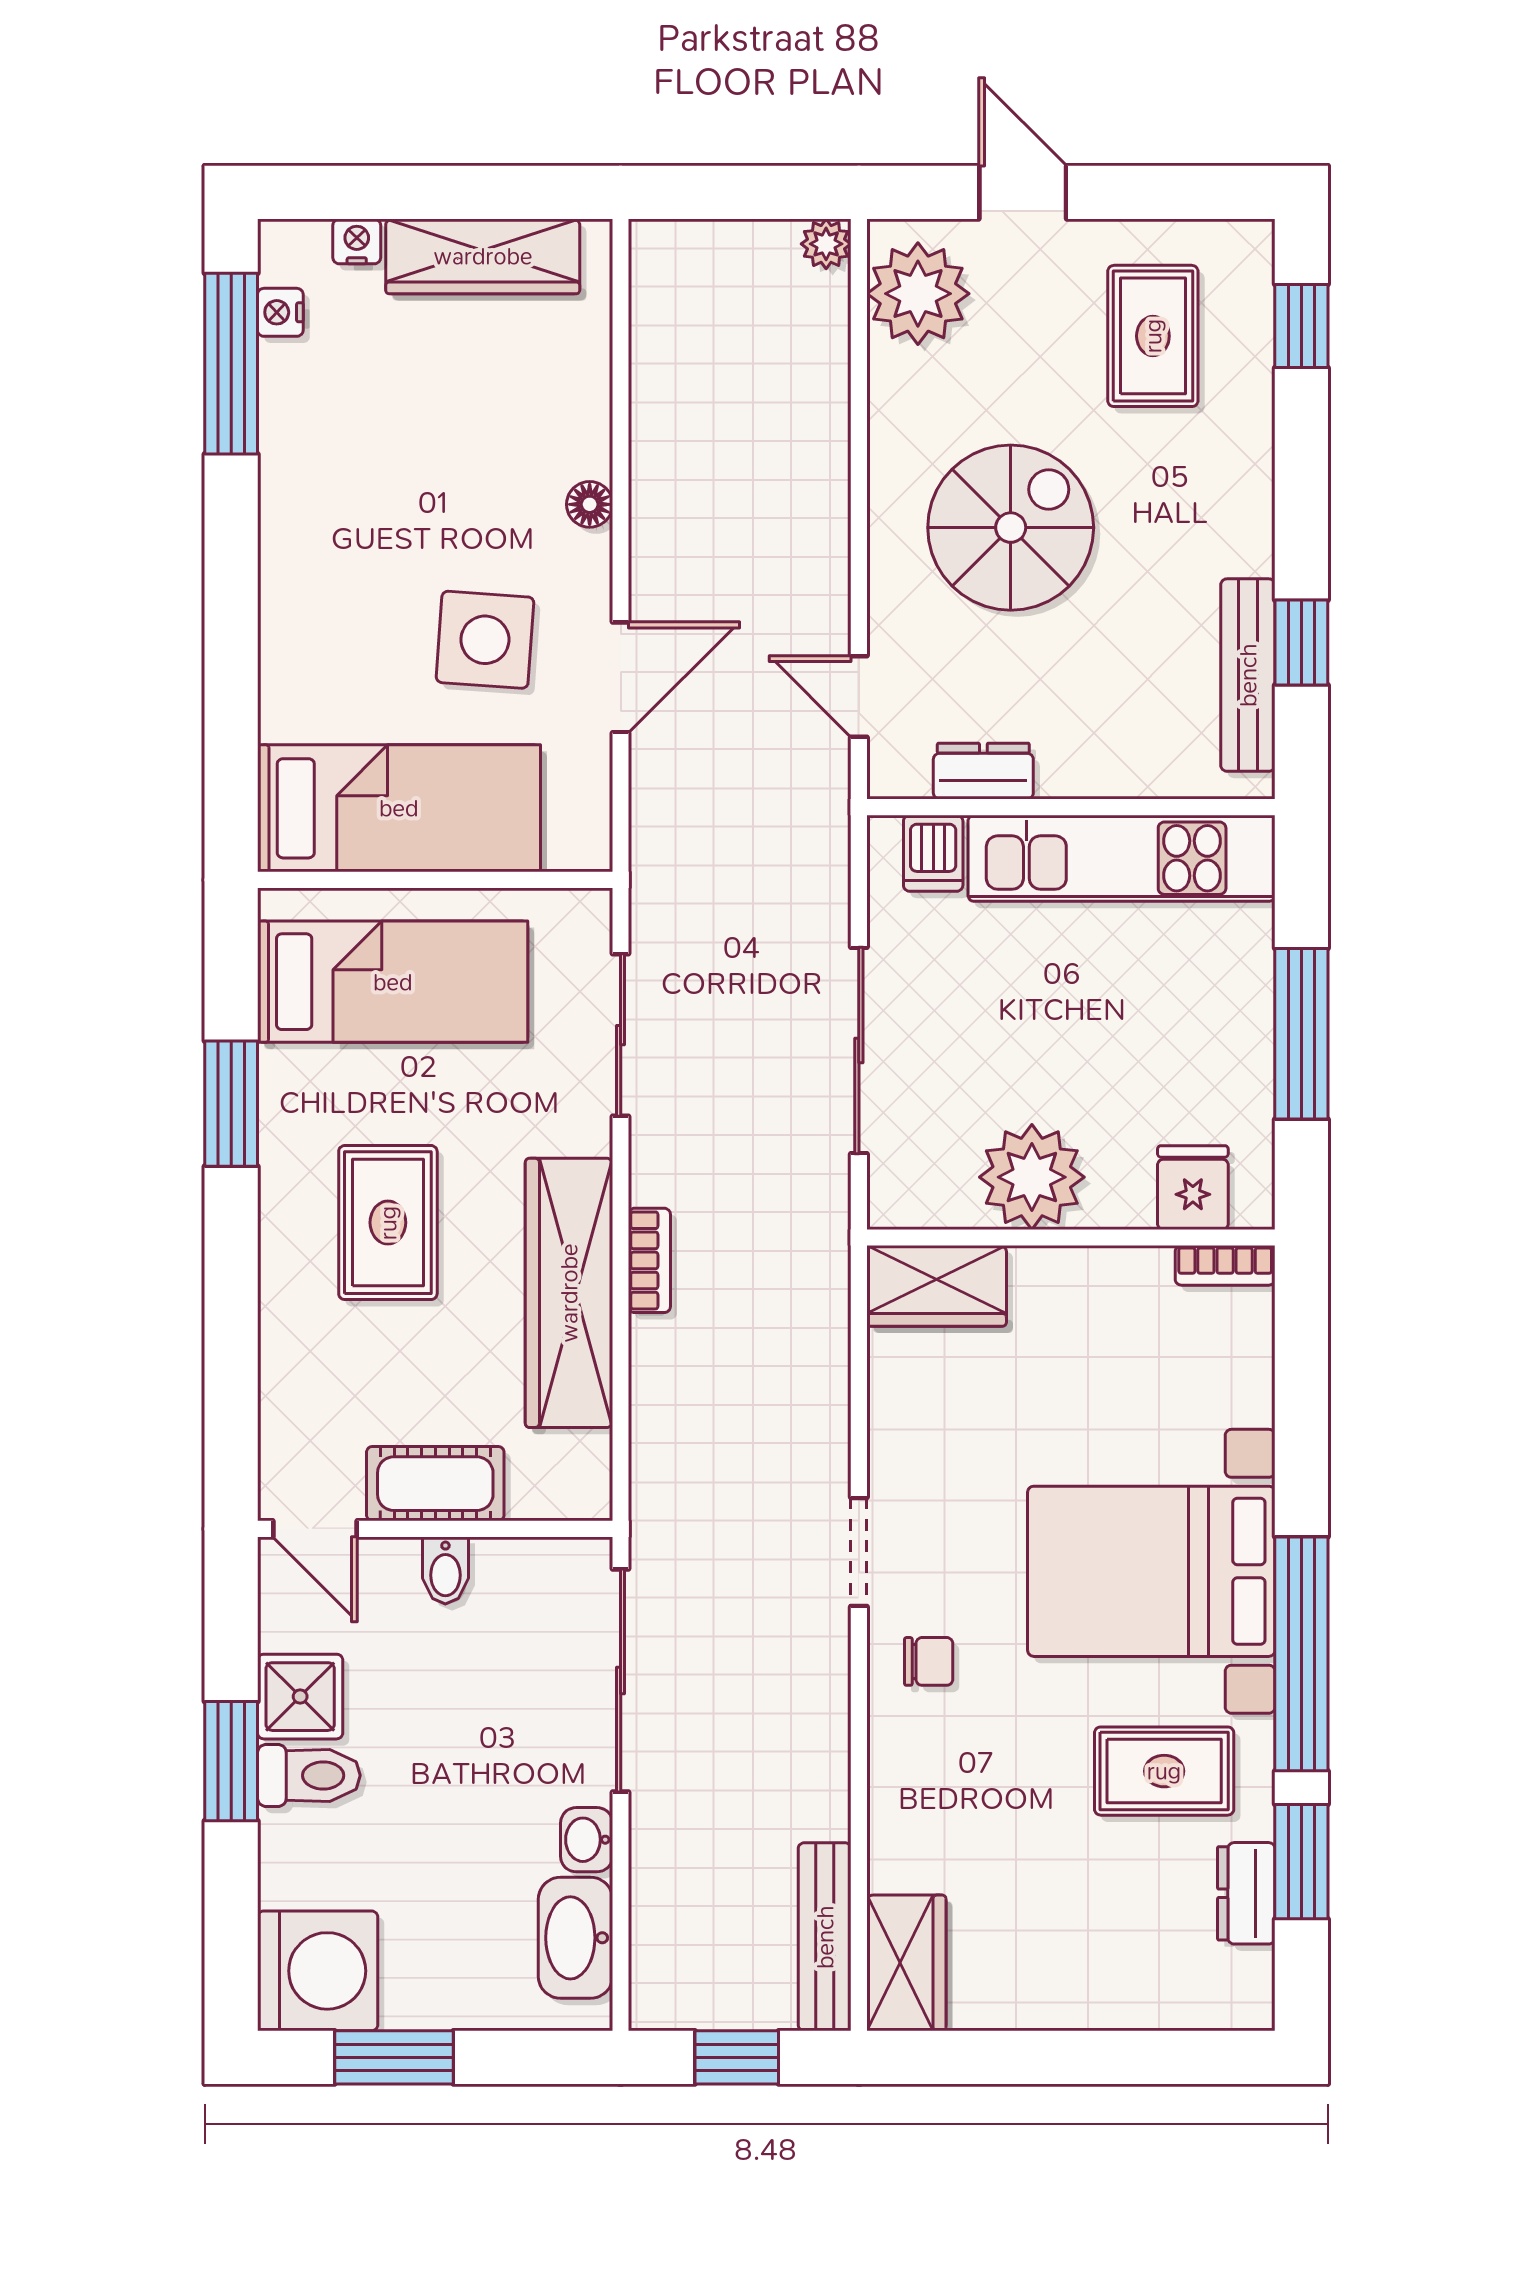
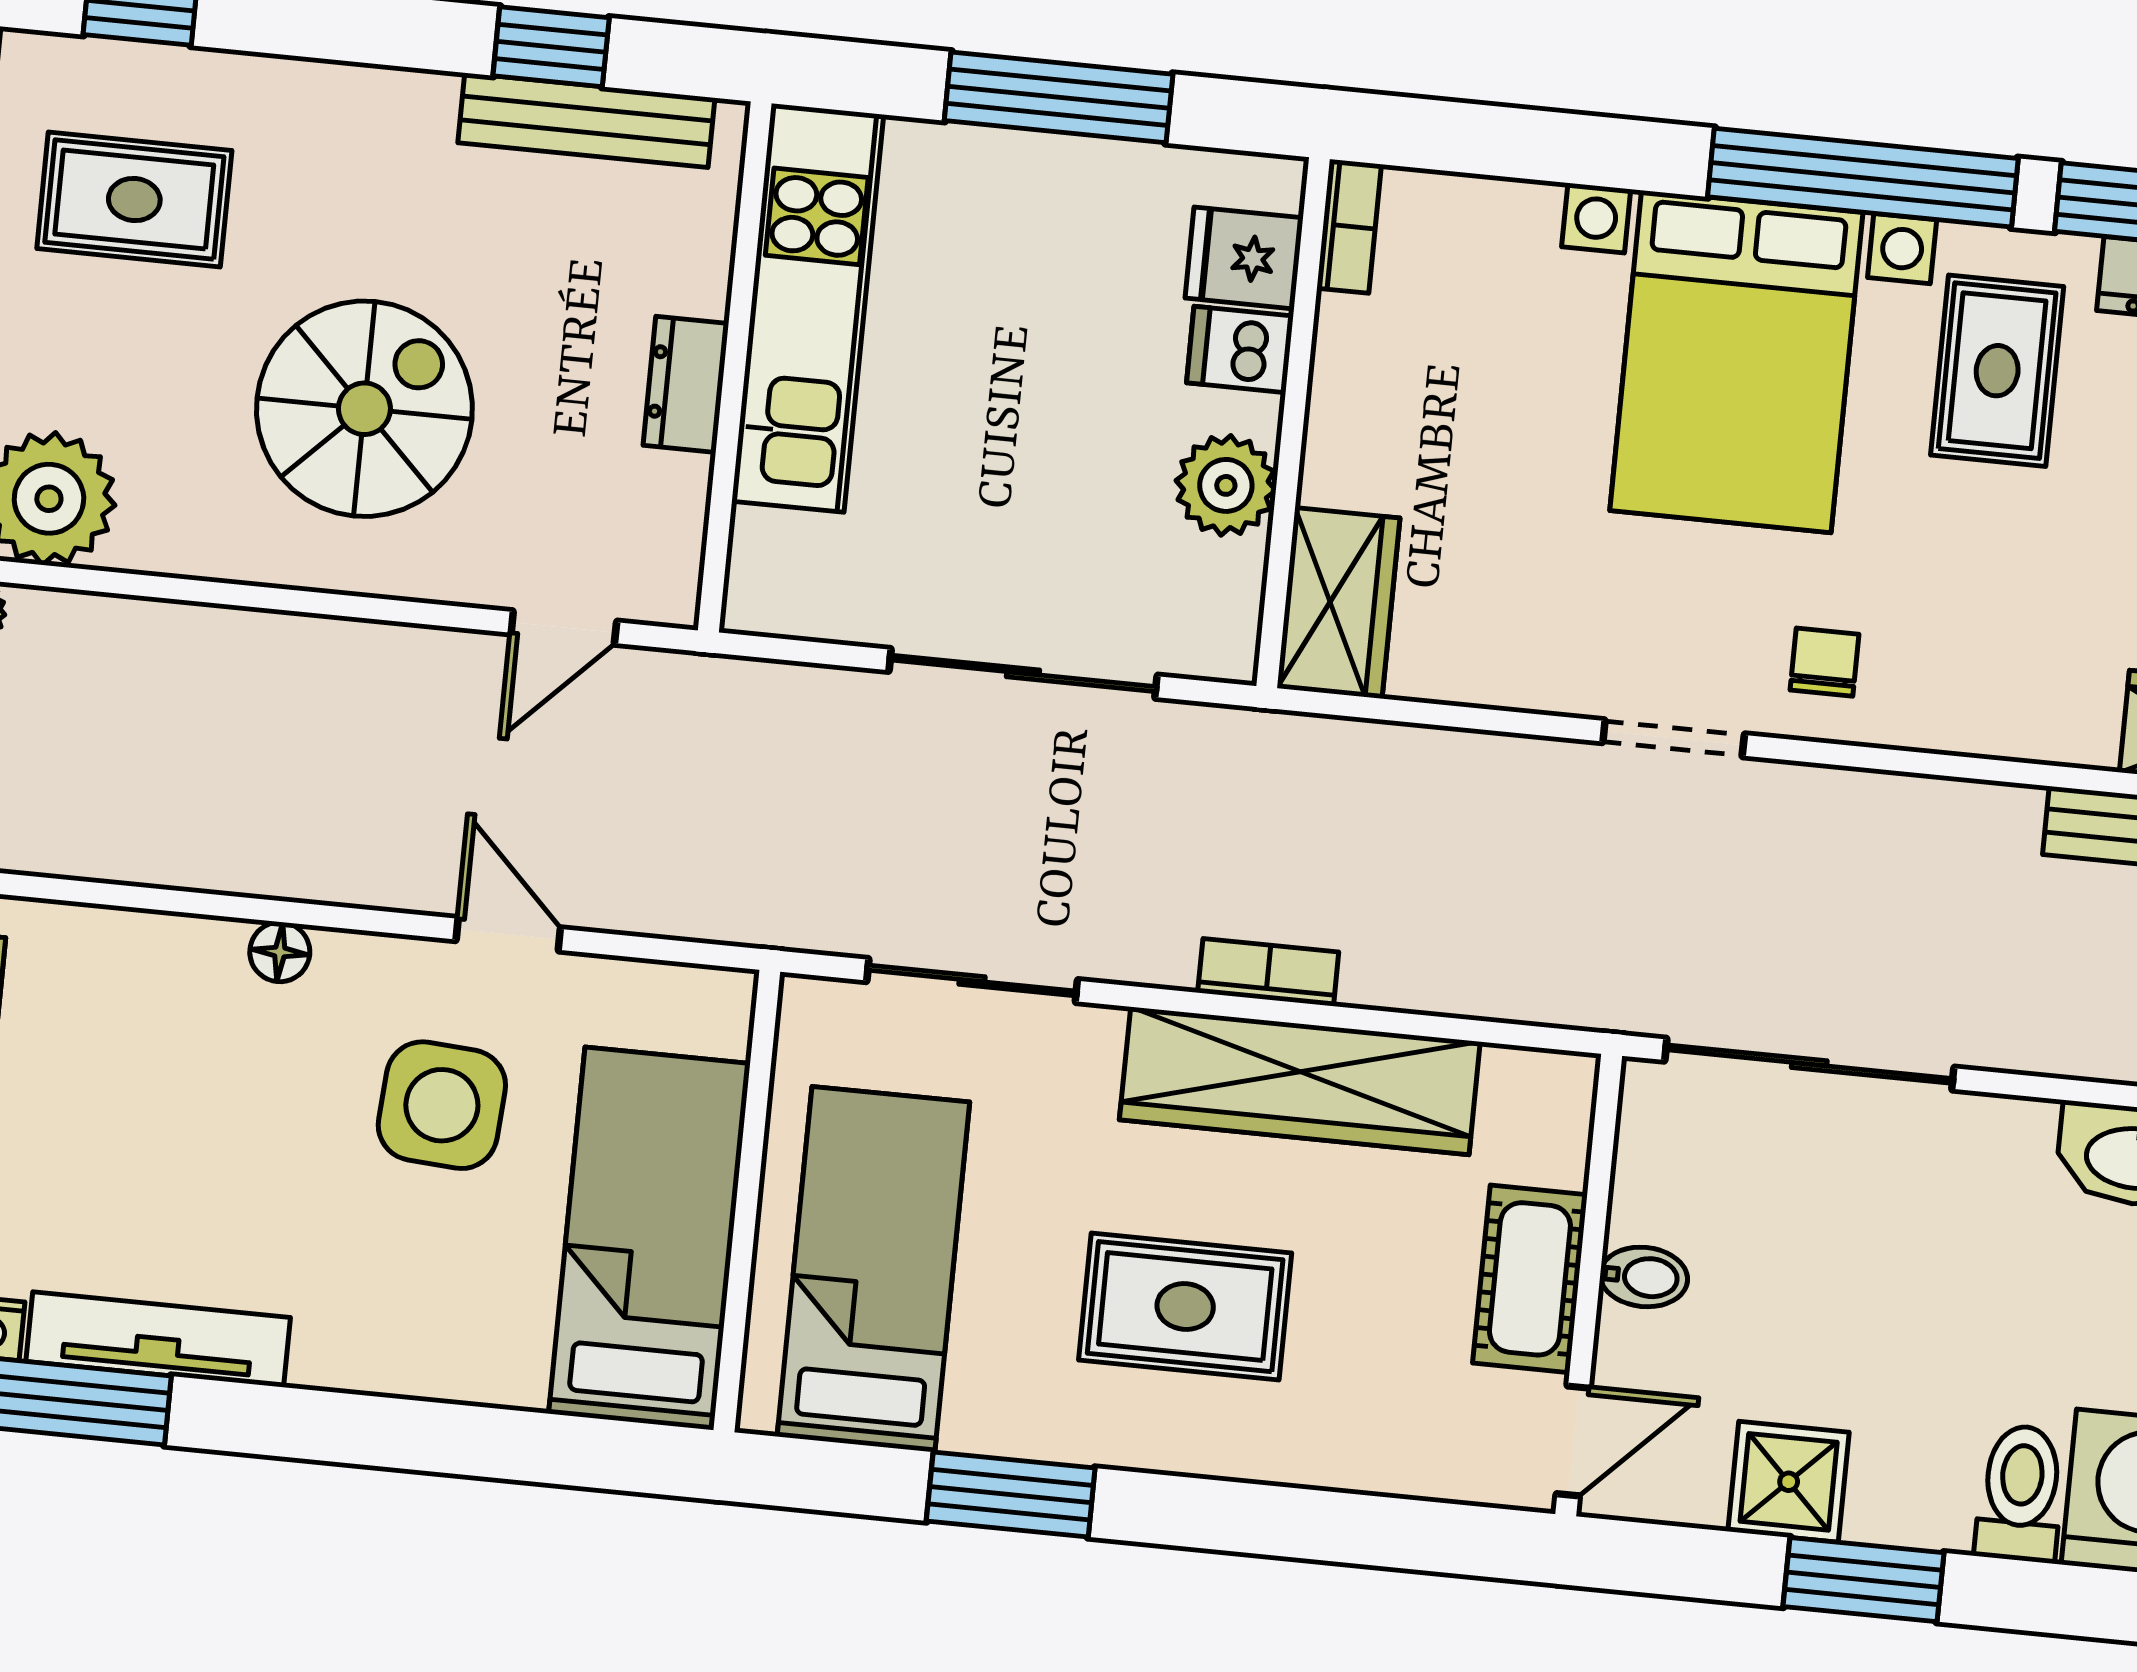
tv unit: (285, 441) -> (158, 1339), added
spiral stairs: (1011, 528) -> (364, 409), turned 90
door: (621, 677) -> (508, 934), width x0.73
dresser: (983, 771) -> (686, 384), moved
dishwasher: (933, 853) -> (1240, 349), moved, turned 180
plant: (1032, 1177) -> (1226, 485), width x0.73, depth x0.73
toilet: (309, 1775) -> (2021, 1493), moved
washbasin: (587, 1840) -> (2011, 1129), removed

